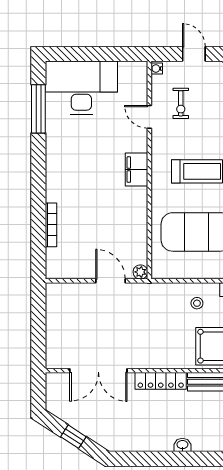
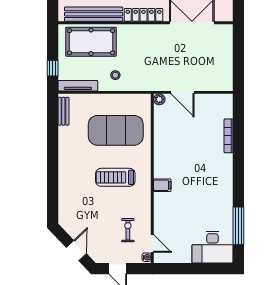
desk: (81, 88) -> (212, 247), width x0.73, depth x0.77
door: (149, 117) -> (152, 244), moved
filing cabinet: (137, 170) -> (162, 185), width x0.50

